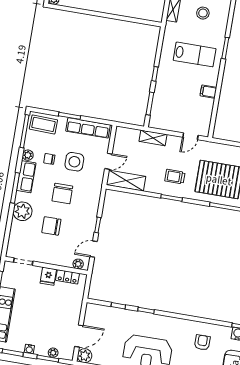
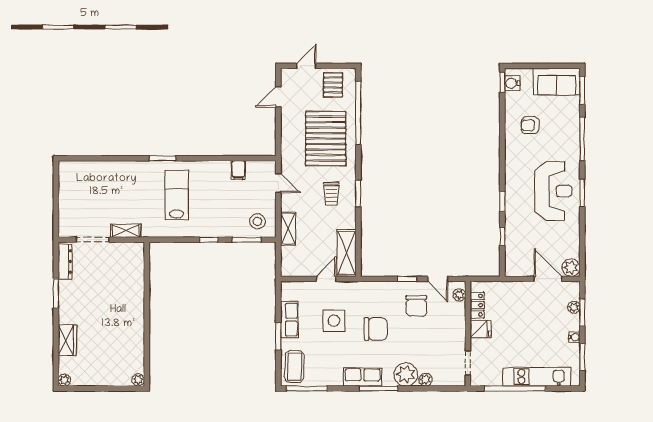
stool: (203, 13) -> (257, 221), moved
filing cabinet: (208, 92) -> (238, 170), moved
row of seats: (88, 128) -> (289, 320), width x0.68
plant: (28, 155) -> (425, 380), moved
chair: (49, 159) -> (336, 352), removed
door: (108, 161) -> (326, 279), hinge flipped
chair: (51, 226) -> (416, 306), moved

